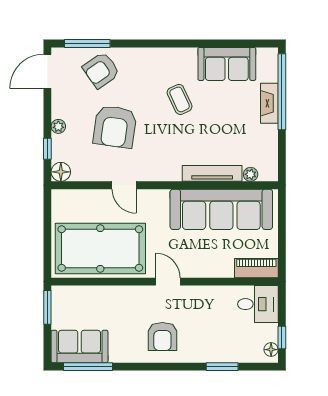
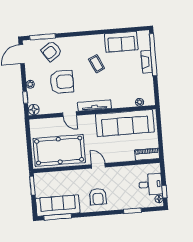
armchair: (115, 127) -> (62, 82), turned -98
tv unit: (212, 173) -> (94, 105), moved
desk: (258, 304) -> (150, 184), moved
sofa: (80, 347) -> (58, 206), width x1.36

